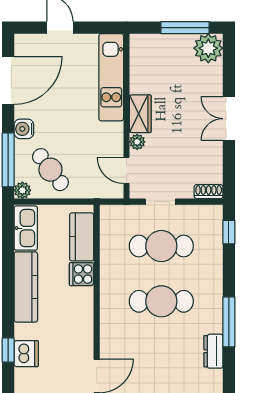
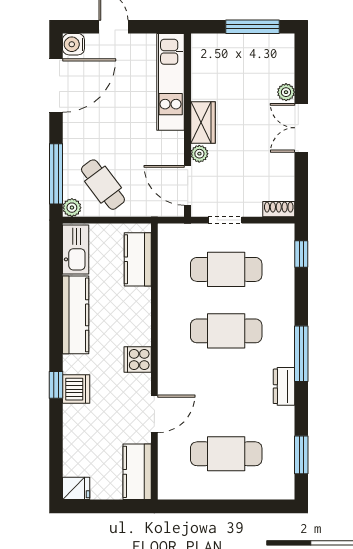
plant: (208, 48) -> (286, 92), moved, width x0.53, depth x0.53
water cooler: (24, 129) -> (73, 44), moved
door: (126, 170) -> (188, 185), width x1.38
cooker: (82, 274) -> (138, 359), moved

